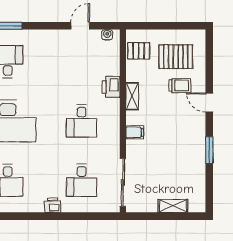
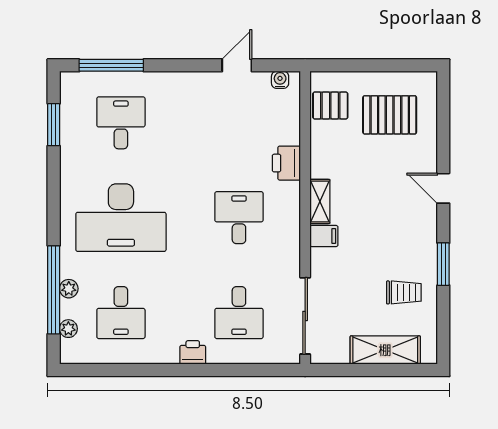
trolley: (180, 86) -> (404, 292), moved
shelving: (132, 96) -> (320, 201), moved
desk: (82, 121) -> (239, 218), turned 180
shelving: (173, 206) -> (385, 350), width x1.50, depth x1.33

